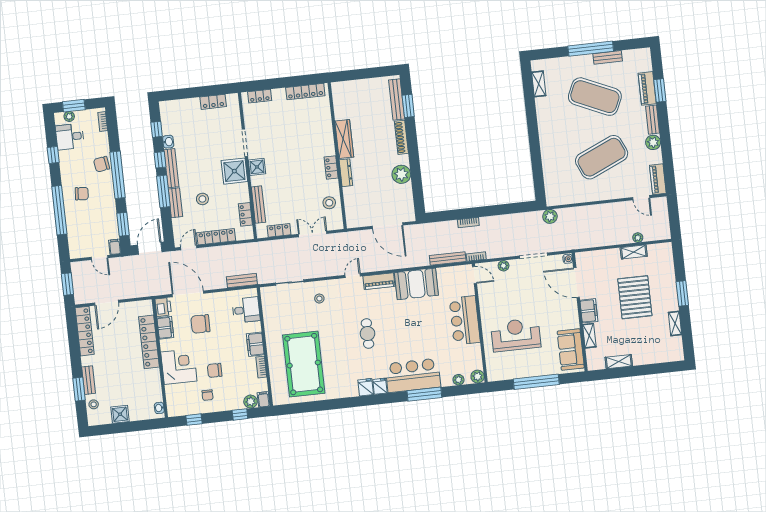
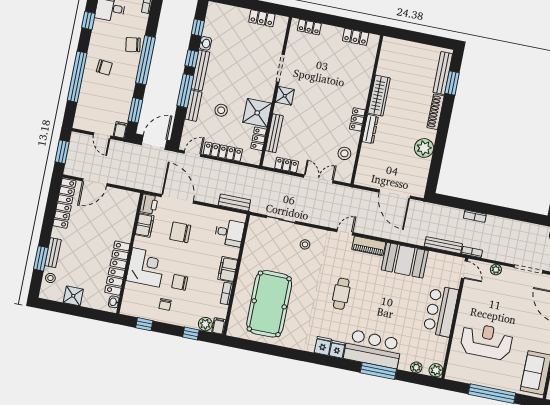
locker: (305, 92) -> (356, 37), width x0.66
shower: (234, 171) -> (257, 113), moved
locker: (149, 342) -> (117, 268), moved

